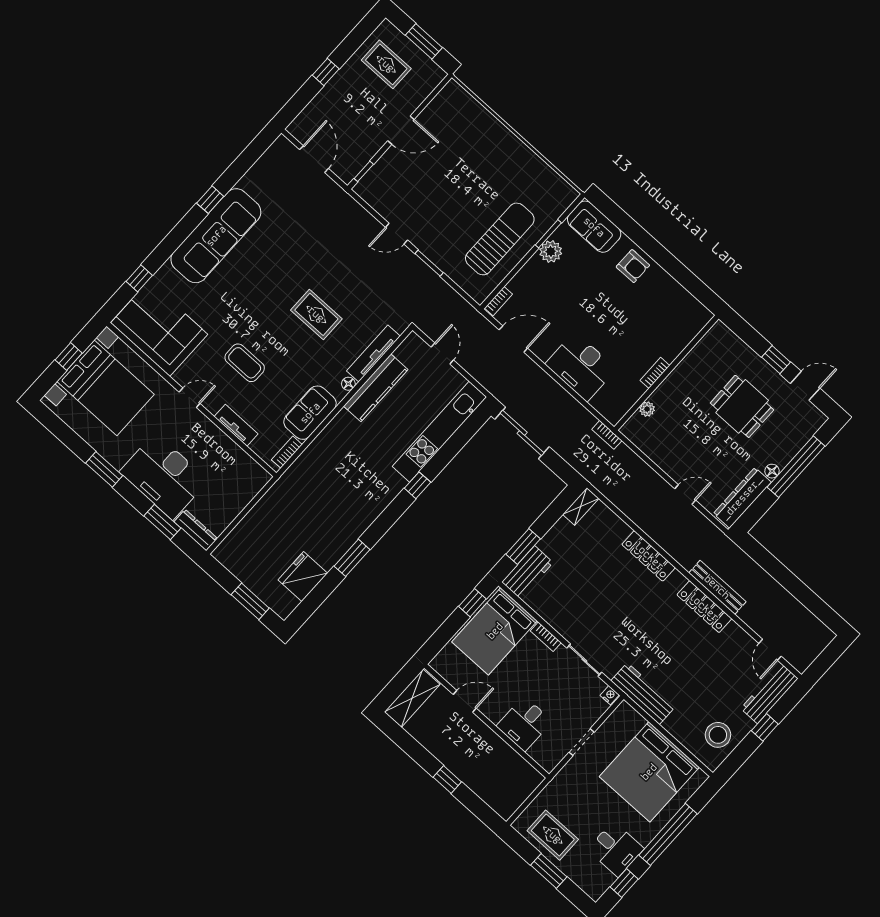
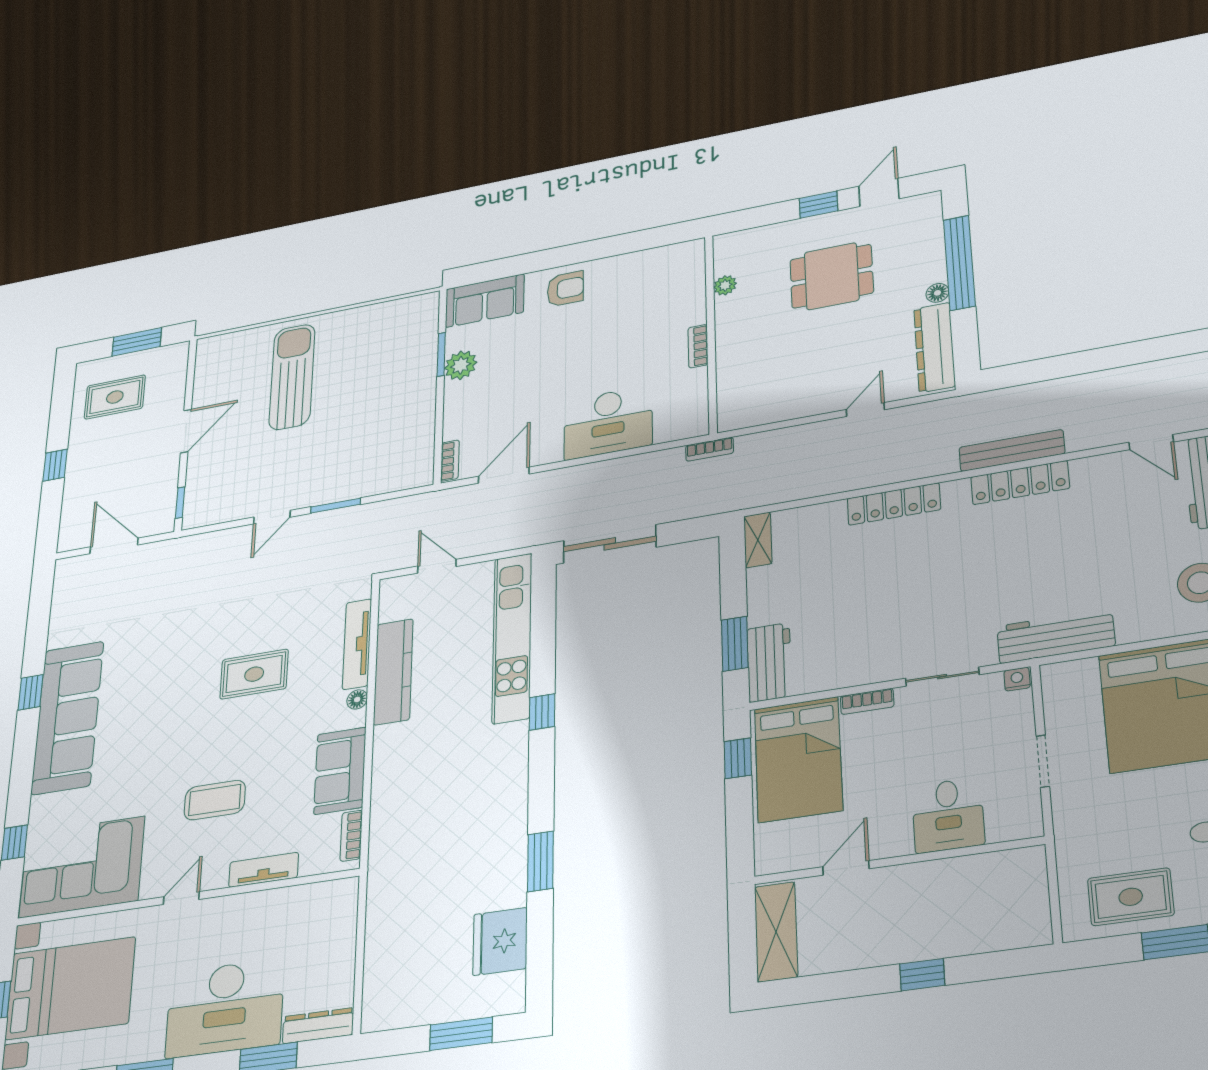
sun lounger: (500, 239) -> (292, 377), moved
plant: (647, 409) -> (725, 285), moved

